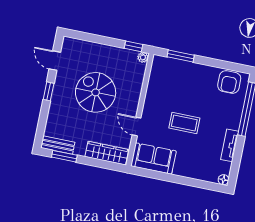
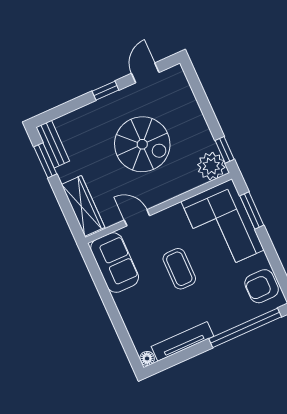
plant: (143, 57) -> (211, 166), width x1.87, depth x1.87
corner sofa: (177, 79) -> (223, 226), added
spiral stairs: (96, 92) -> (142, 144), turned 90
door: (137, 126) -> (137, 218), hinge flipped
tv unit: (230, 145) -> (182, 341), width x1.41

